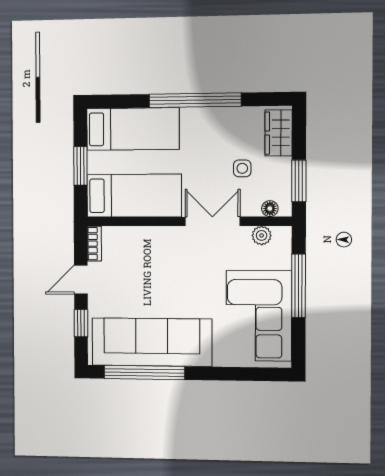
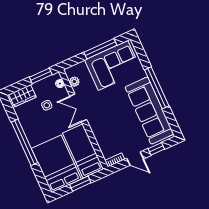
bed: (133, 129) -> (56, 164), width x1.50
window: (299, 286) -> (100, 49), moved
window: (144, 372) -> (157, 88), moved

